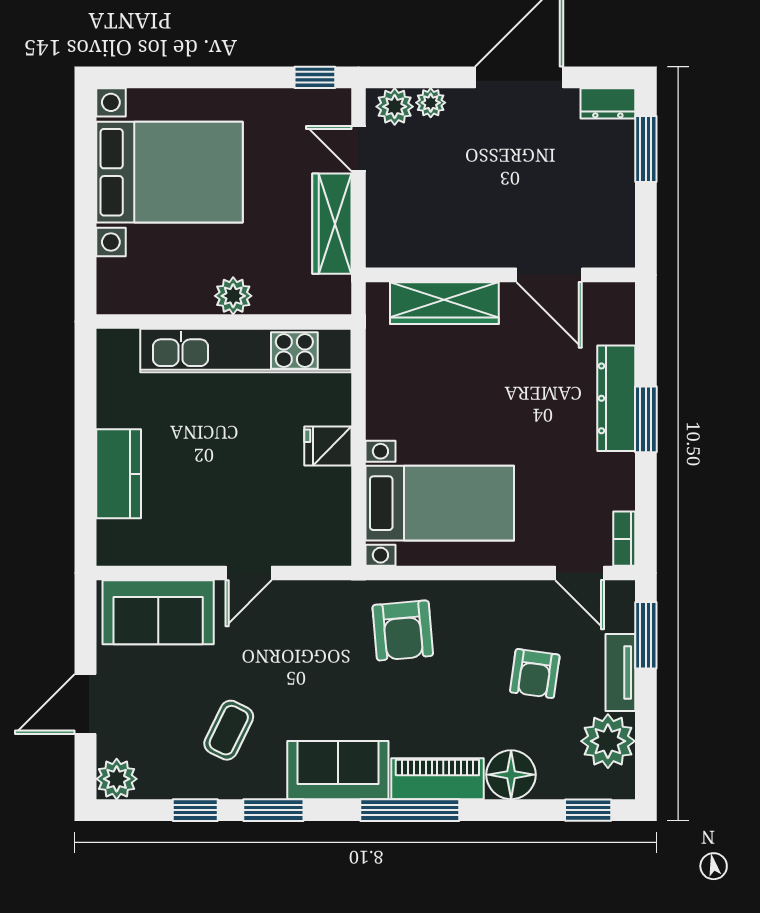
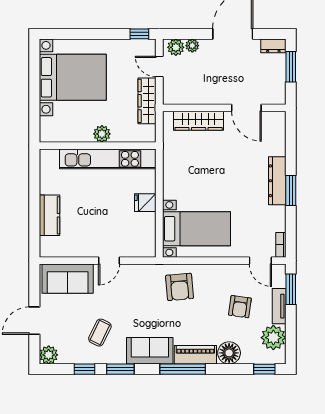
wall: (500, 275) -> (224, 108), moved
door: (549, 275) -> (246, 108), moved
wardrobe: (444, 303) -> (199, 121), moved

